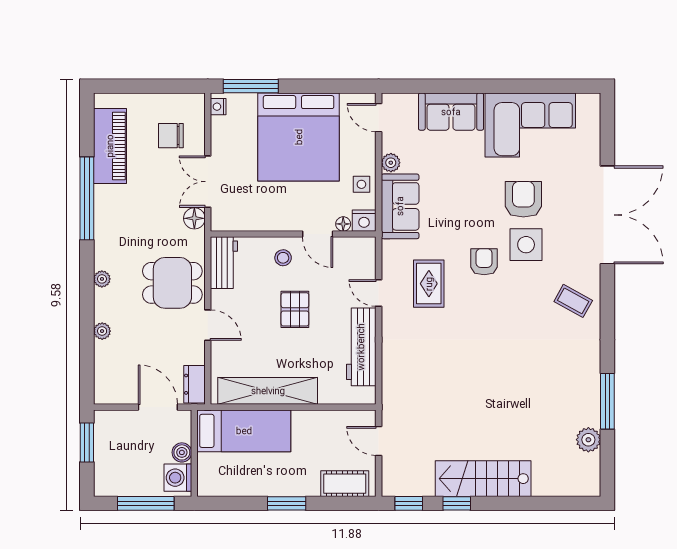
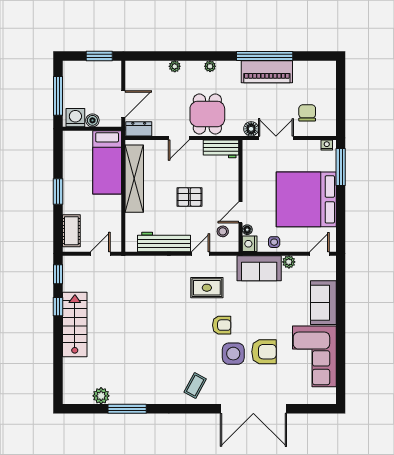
piano: (110, 146) -> (267, 72), moved
stool: (283, 258) -> (223, 231), moved

